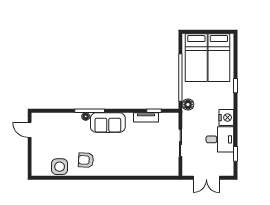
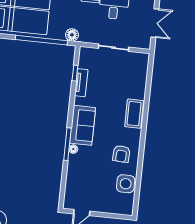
coffee table: (123, 168) -> (134, 114), added

